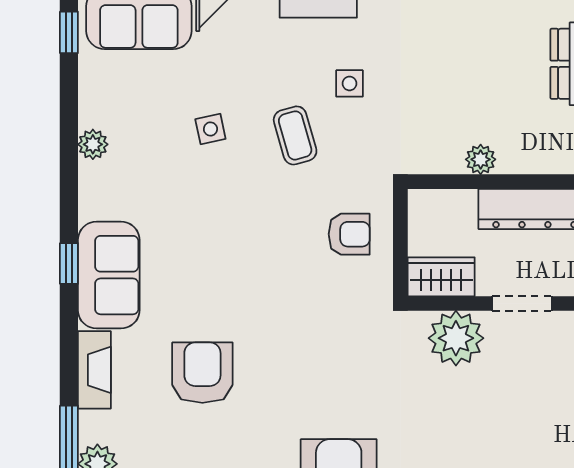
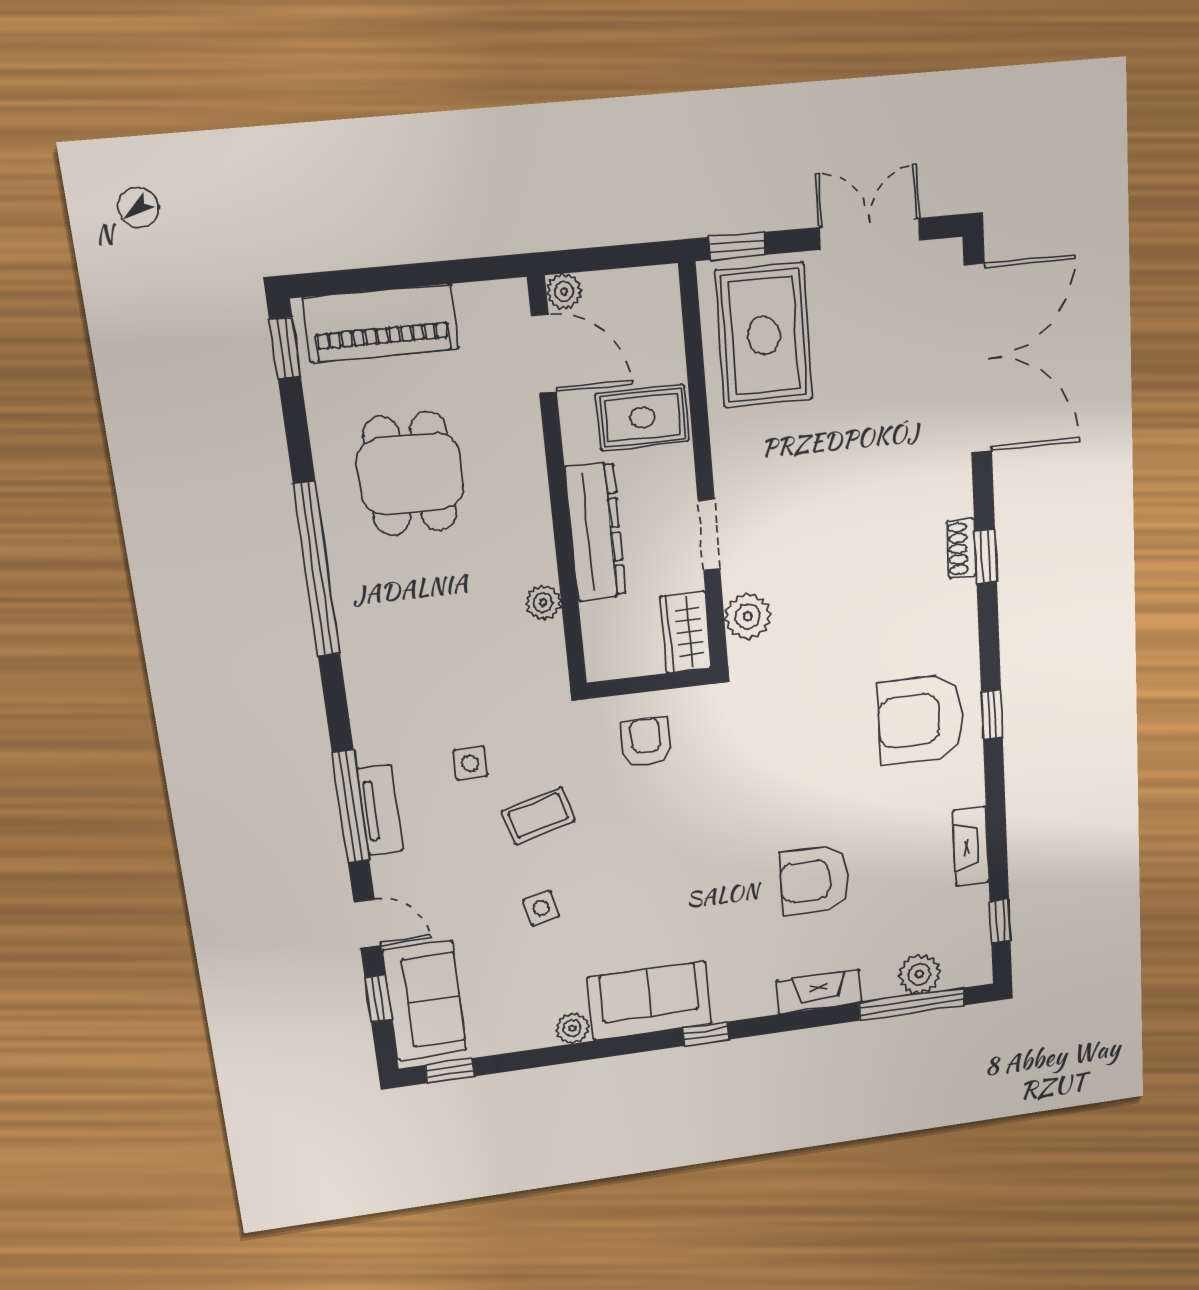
sofa: (109, 275) -> (650, 1001), moved
plant: (456, 338) -> (748, 616), width x0.73, depth x0.73

